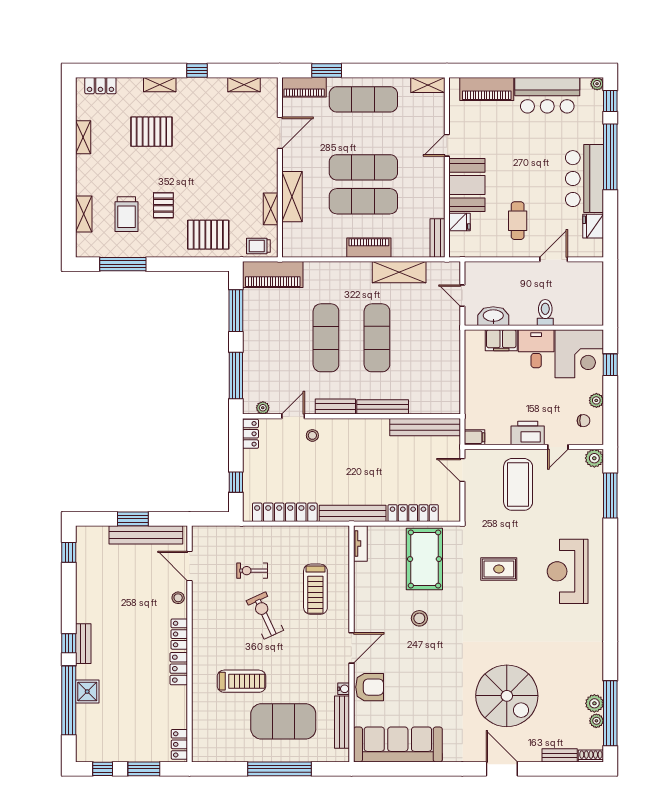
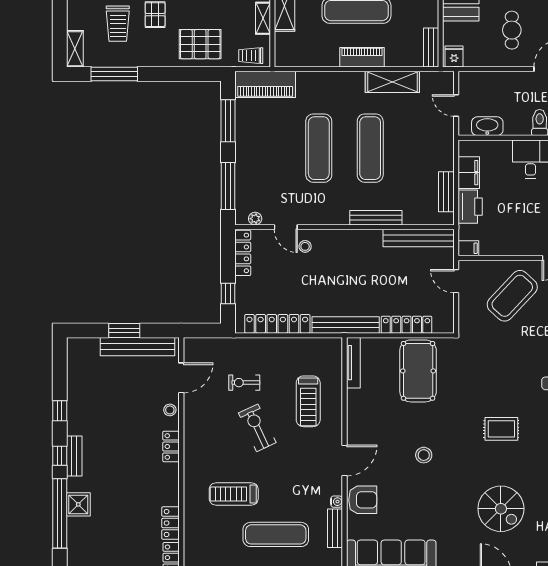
shelving: (84, 214) -> (75, 49), moved
fridge: (460, 222) -> (454, 56), moved, turned -90
filing cabinet: (501, 340) -> (469, 173), moved, turned -90
bench: (335, 407) -> (446, 192), moved, turned 90
door: (293, 416) -> (286, 227), swing flipped
printer: (528, 433) -> (470, 207), moved, turned 90
locker: (250, 434) -> (243, 253), width x1.53
coffee table: (518, 484) -> (512, 296), turned 43
tv unit: (360, 544) -> (353, 363), width x1.41
window: (69, 552) -> (60, 411), moved
door: (189, 566) -> (181, 378), swing flipped
rug: (499, 569) -> (501, 429), moved
stool: (419, 618) -> (424, 455), moved
locker: (179, 669) -> (171, 523), moved
treadmill: (241, 681) -> (234, 494), turned 180
spiral stairs: (507, 696) -> (501, 509), width x0.73, depth x0.73
exercise mat: (283, 721) -> (276, 534), width x0.68
bench: (342, 722) -> (335, 528), width x0.73

